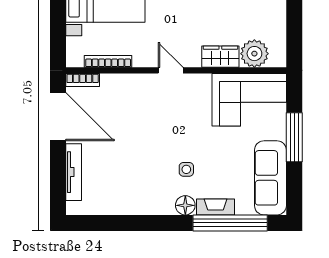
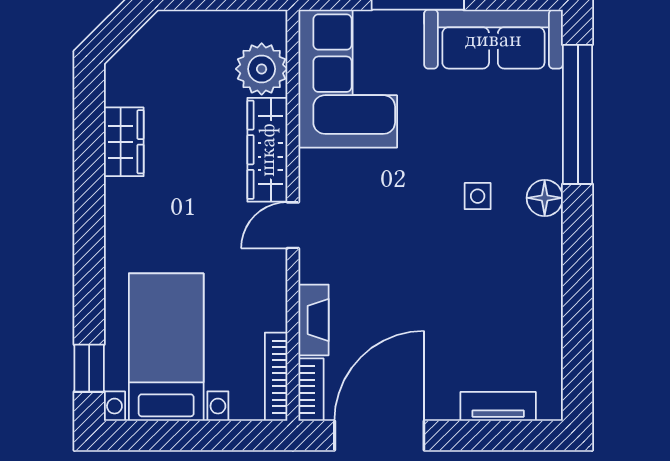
wardrobe: (220, 57) -> (267, 150), width x1.50
bookcase: (108, 61) -> (276, 377), moved
tv unit: (74, 172) -> (498, 406), width x0.71
fireplace: (216, 207) -> (314, 320), moved, turned 180

